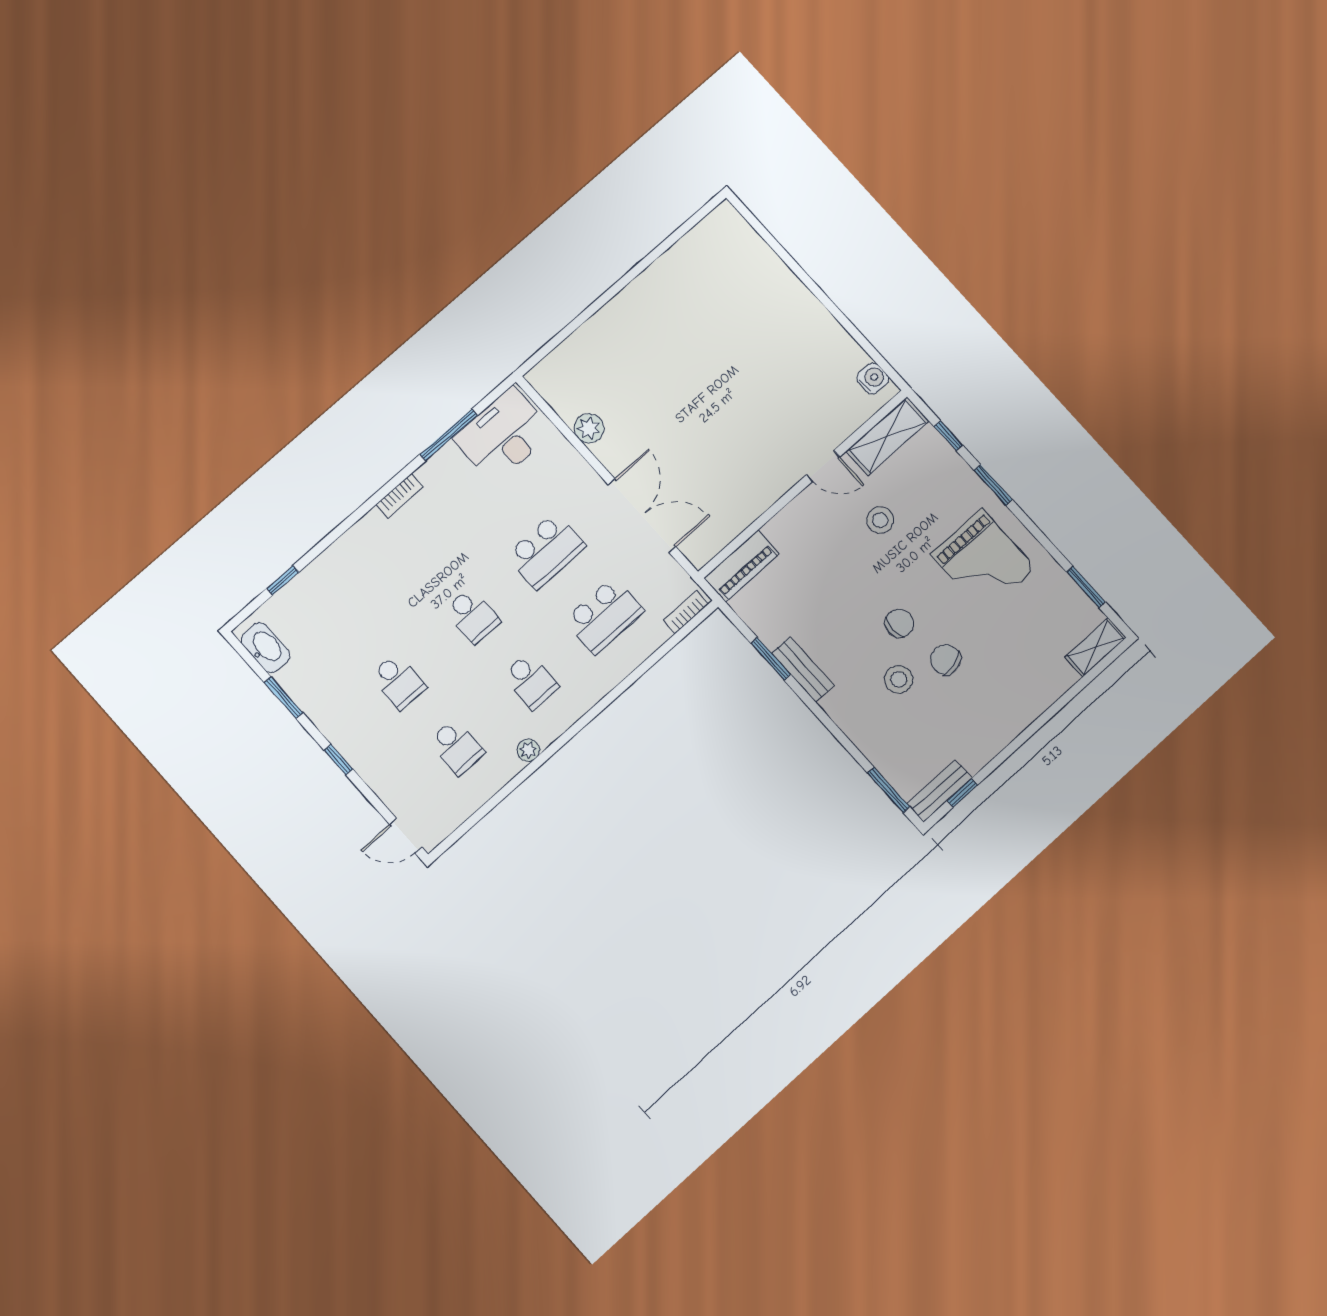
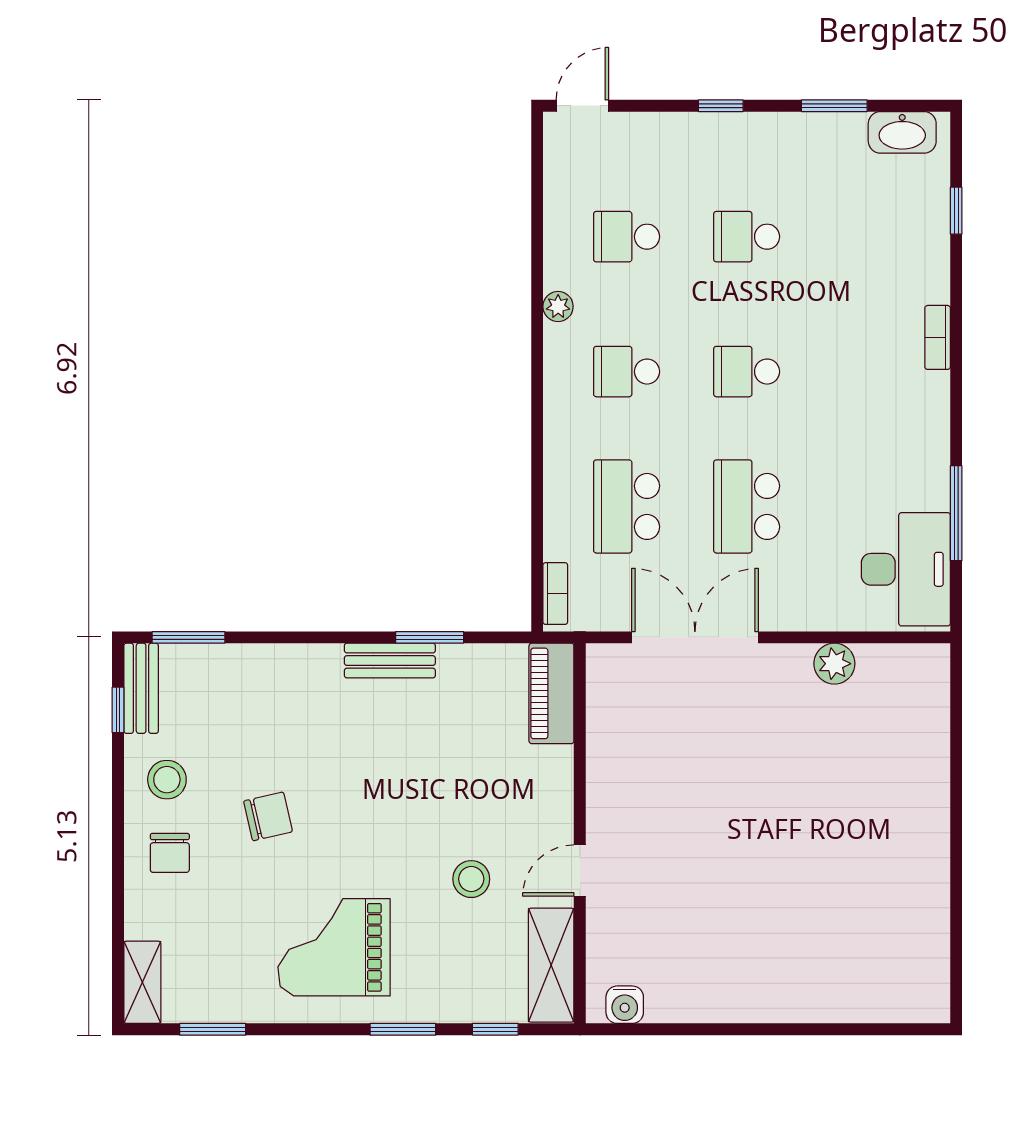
bookcase: (399, 496) -> (938, 337), moved
double door: (642, 516) -> (695, 637), swing flipped
chair: (899, 623) -> (170, 853), moved
stool: (899, 679) -> (167, 780), moved

